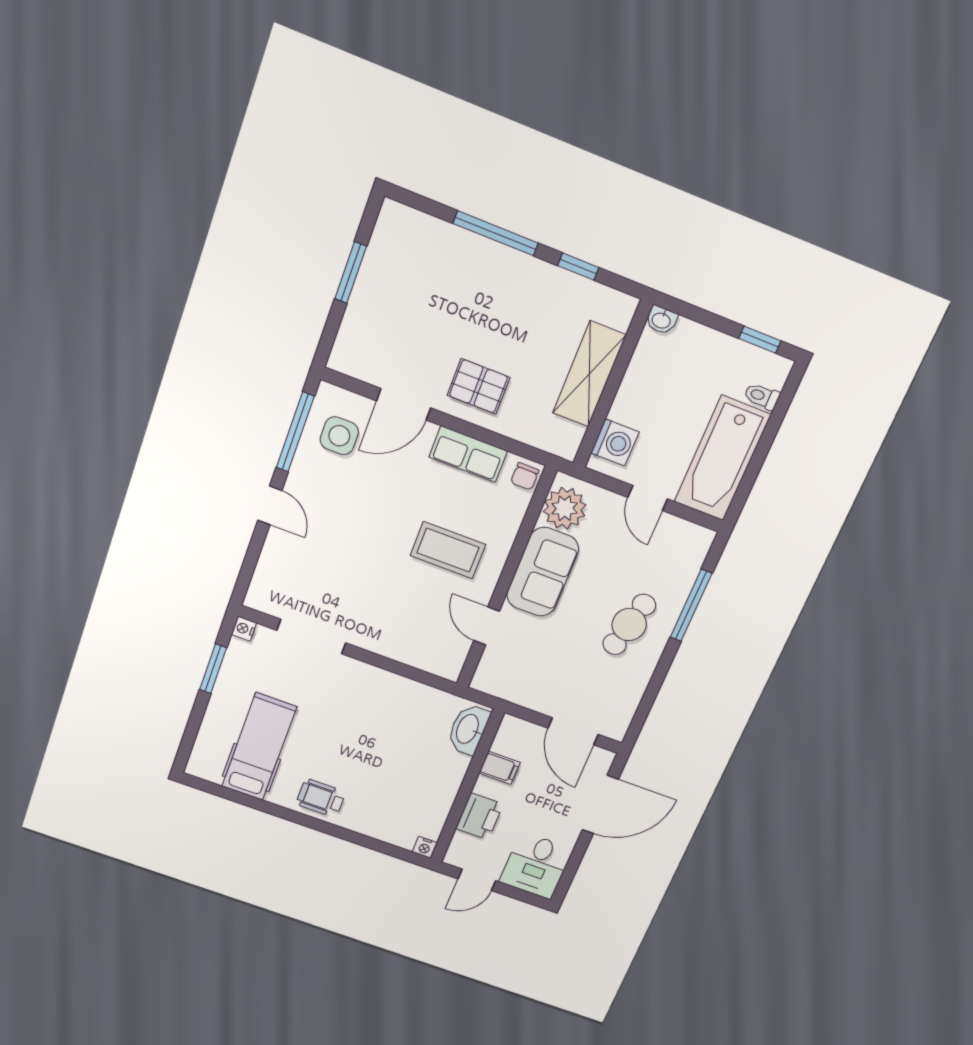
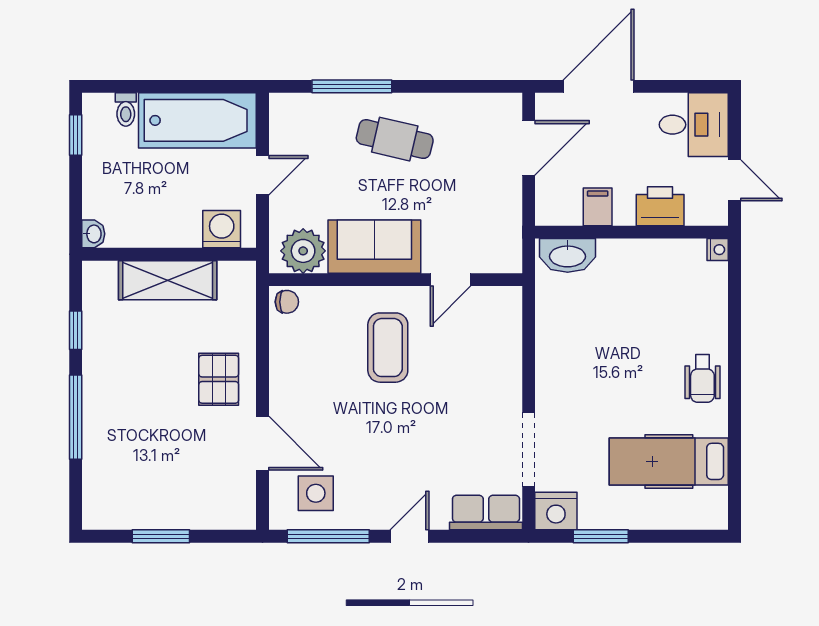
row of seats: (468, 454) -> (486, 513), moved, turned -90
nightstand: (244, 629) -> (556, 511), width x1.89, depth x1.79
door: (600, 805) -> (599, 86), hinge flipped

